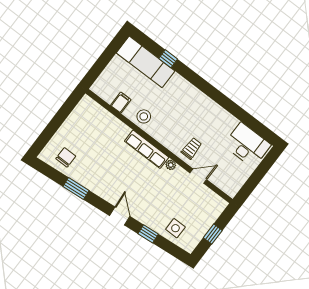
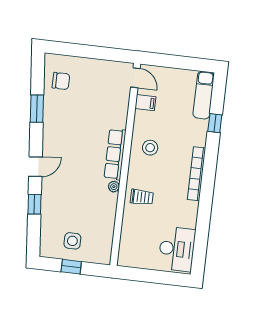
exam couch: (146, 62) -> (204, 95), width x0.73, depth x0.69
bookcase: (199, 96) -> (197, 174), added
stool: (144, 116) -> (150, 148), moved
door: (198, 176) -> (135, 78), moved
side table: (175, 228) -> (72, 241), moved

